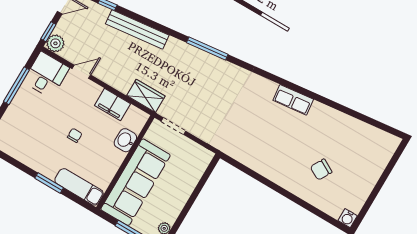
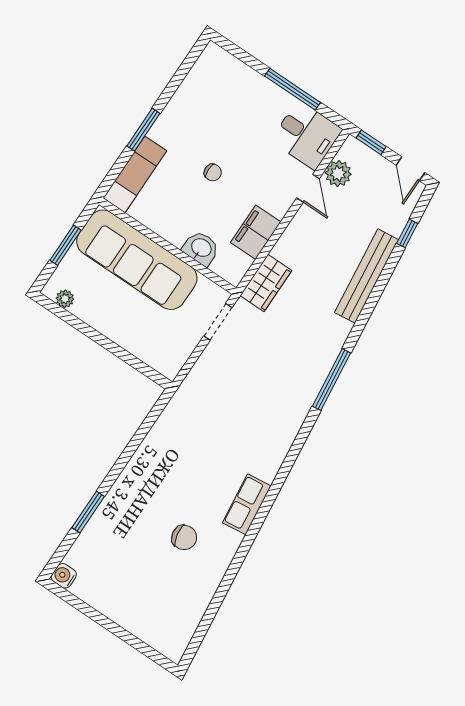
plant: (55, 43) -> (338, 173), moved
chair: (321, 170) -> (184, 537), moved, turned 140
window: (305, 205) -> (88, 512), added

